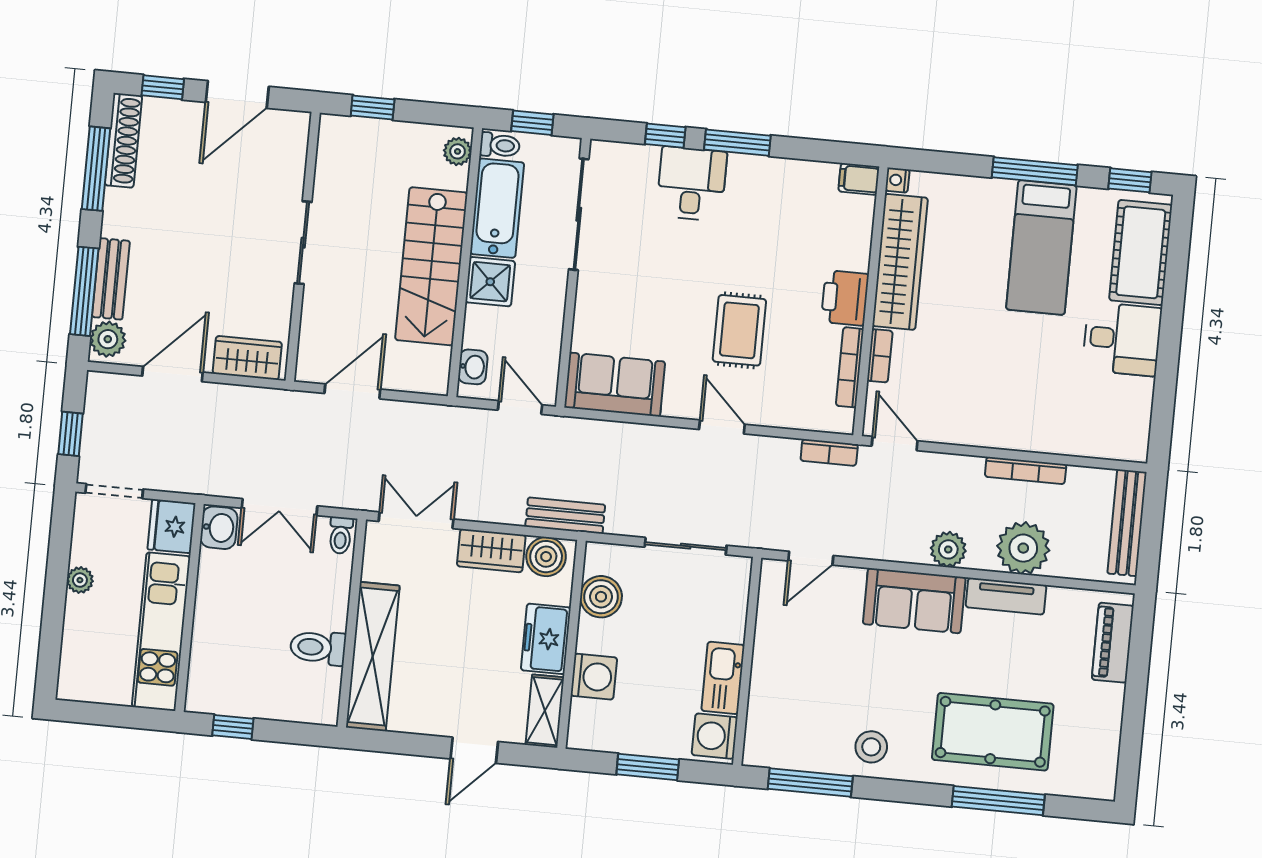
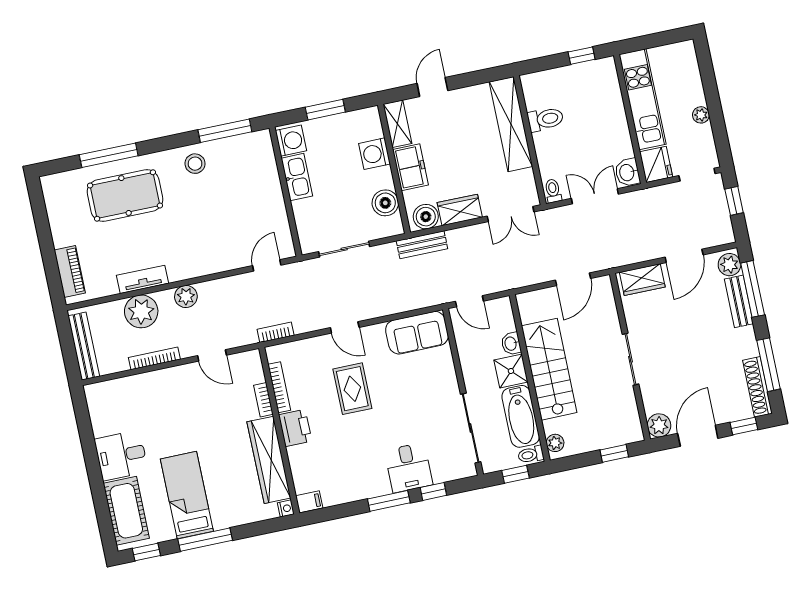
plant: (291, 129) -> (659, 425), added
washbasin: (473, 367) -> (511, 344), moved
door: (895, 444) -> (212, 355), moved
sofa: (914, 601) -> (197, 259), removed

